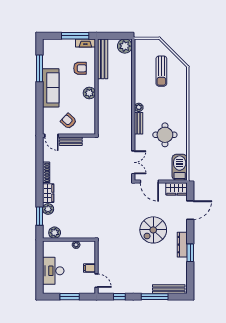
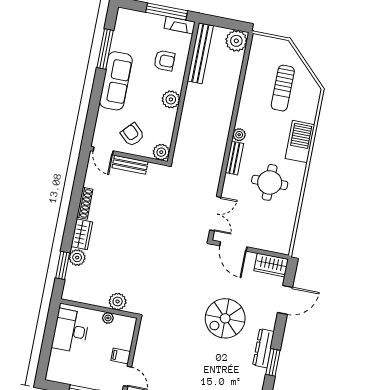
plant: (90, 129) -> (161, 152), added
barbecue: (180, 167) -> (300, 142), moved
plant: (55, 233) -> (118, 301), moved
desk: (53, 271) -> (71, 331), moved

